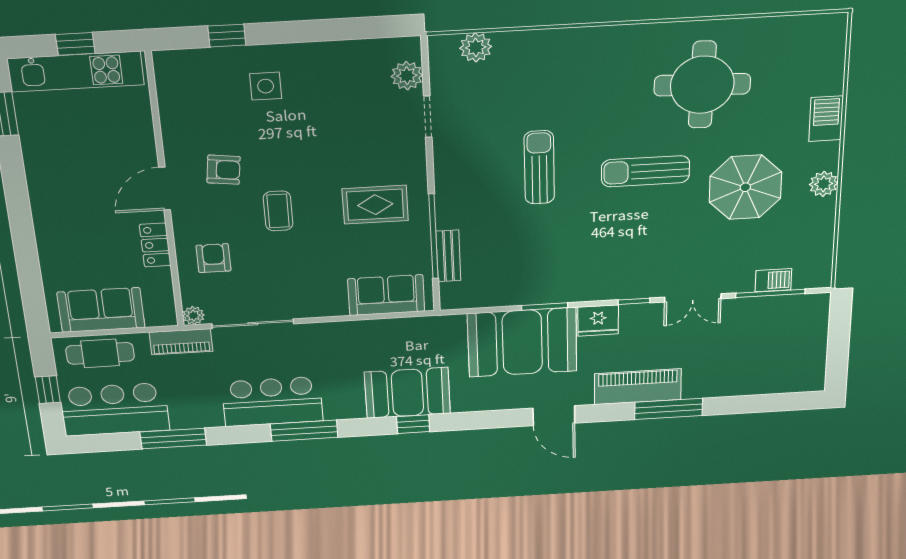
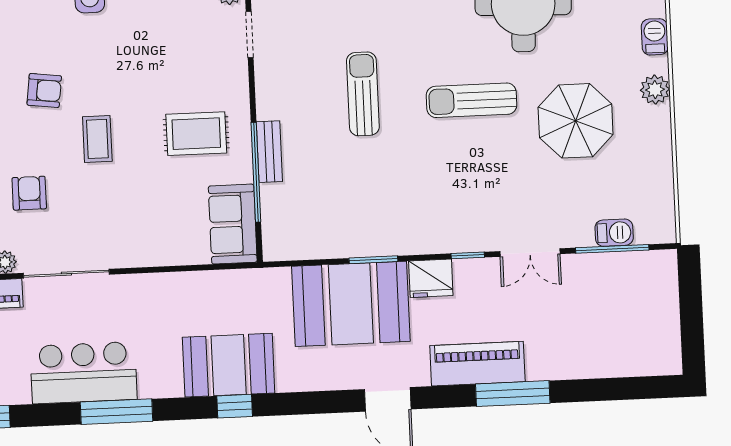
barbecue: (826, 119) -> (655, 37), width x0.73, depth x0.79
plant: (824, 184) -> (655, 90), moved
bench: (448, 256) -> (269, 152), moved
sofa: (386, 295) -> (233, 224), moved, turned -90

